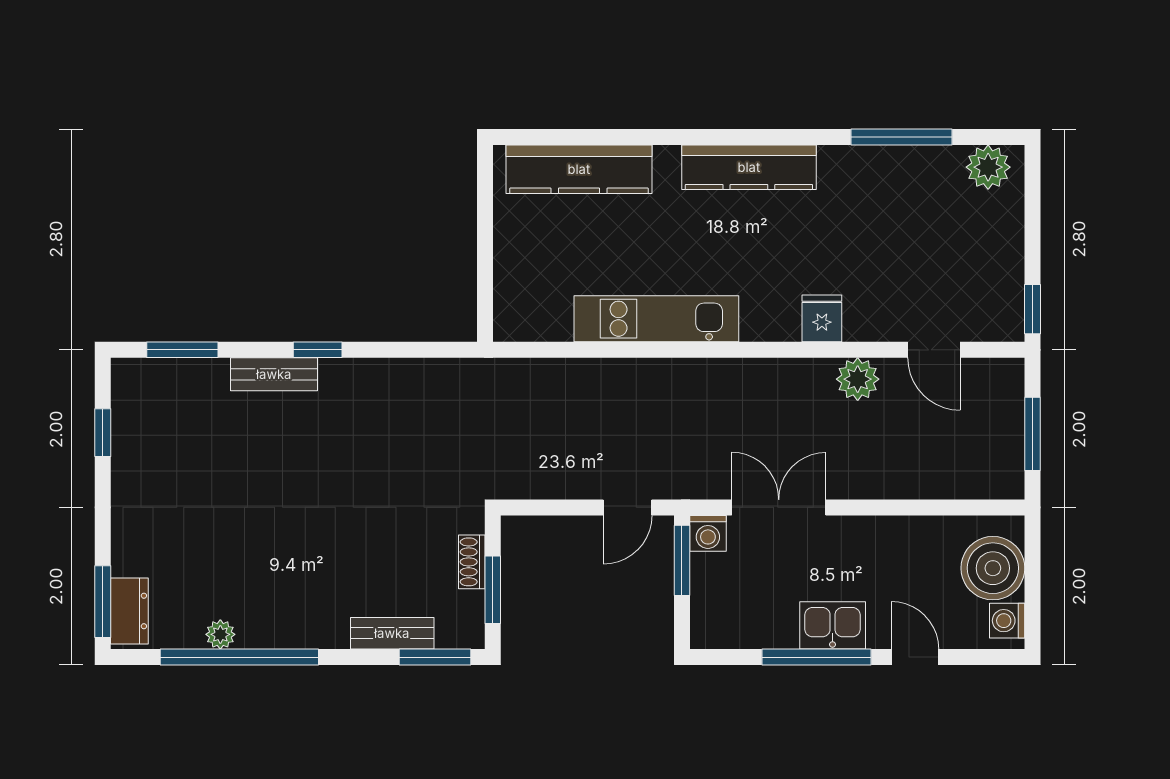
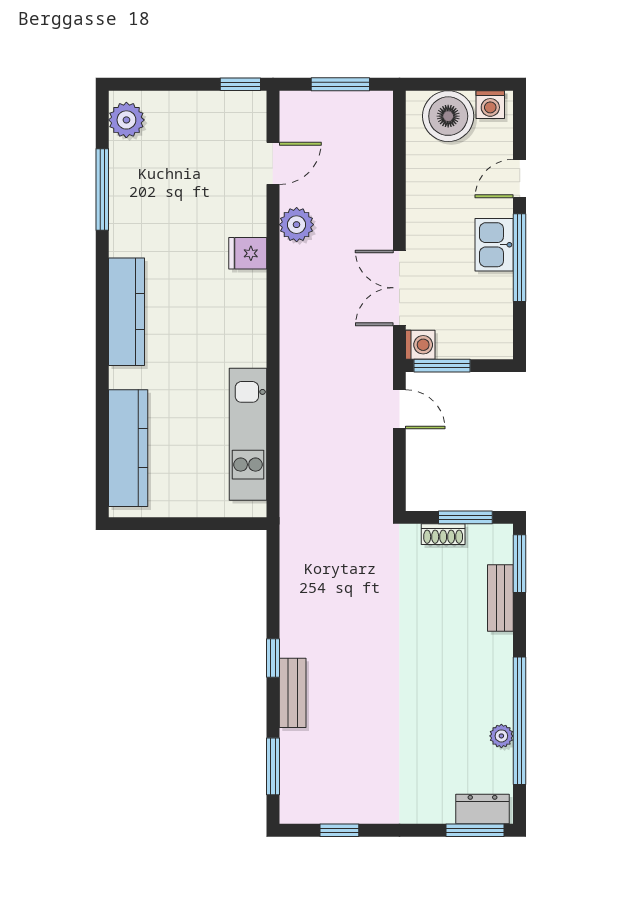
kitchen unit: (656, 319) -> (248, 434), moved

